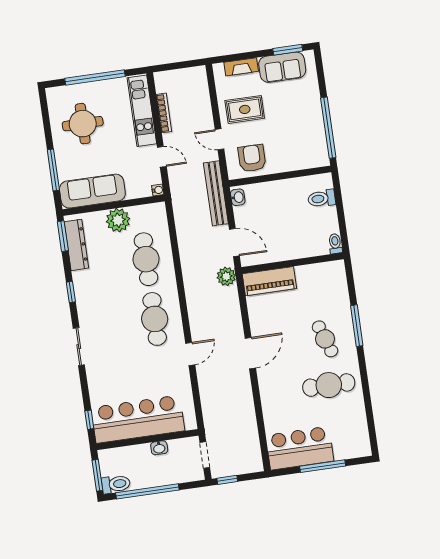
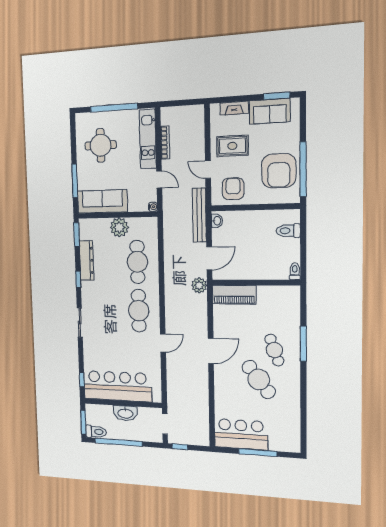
armchair: (301, 132) -> (279, 171), added
door: (234, 243) -> (209, 258), hinge flipped
dresser: (76, 245) -> (87, 260), moved
cafe table: (329, 385) -> (259, 379), moved, turned 53
washbasin: (159, 448) -> (125, 413), width x1.91, depth x1.45

